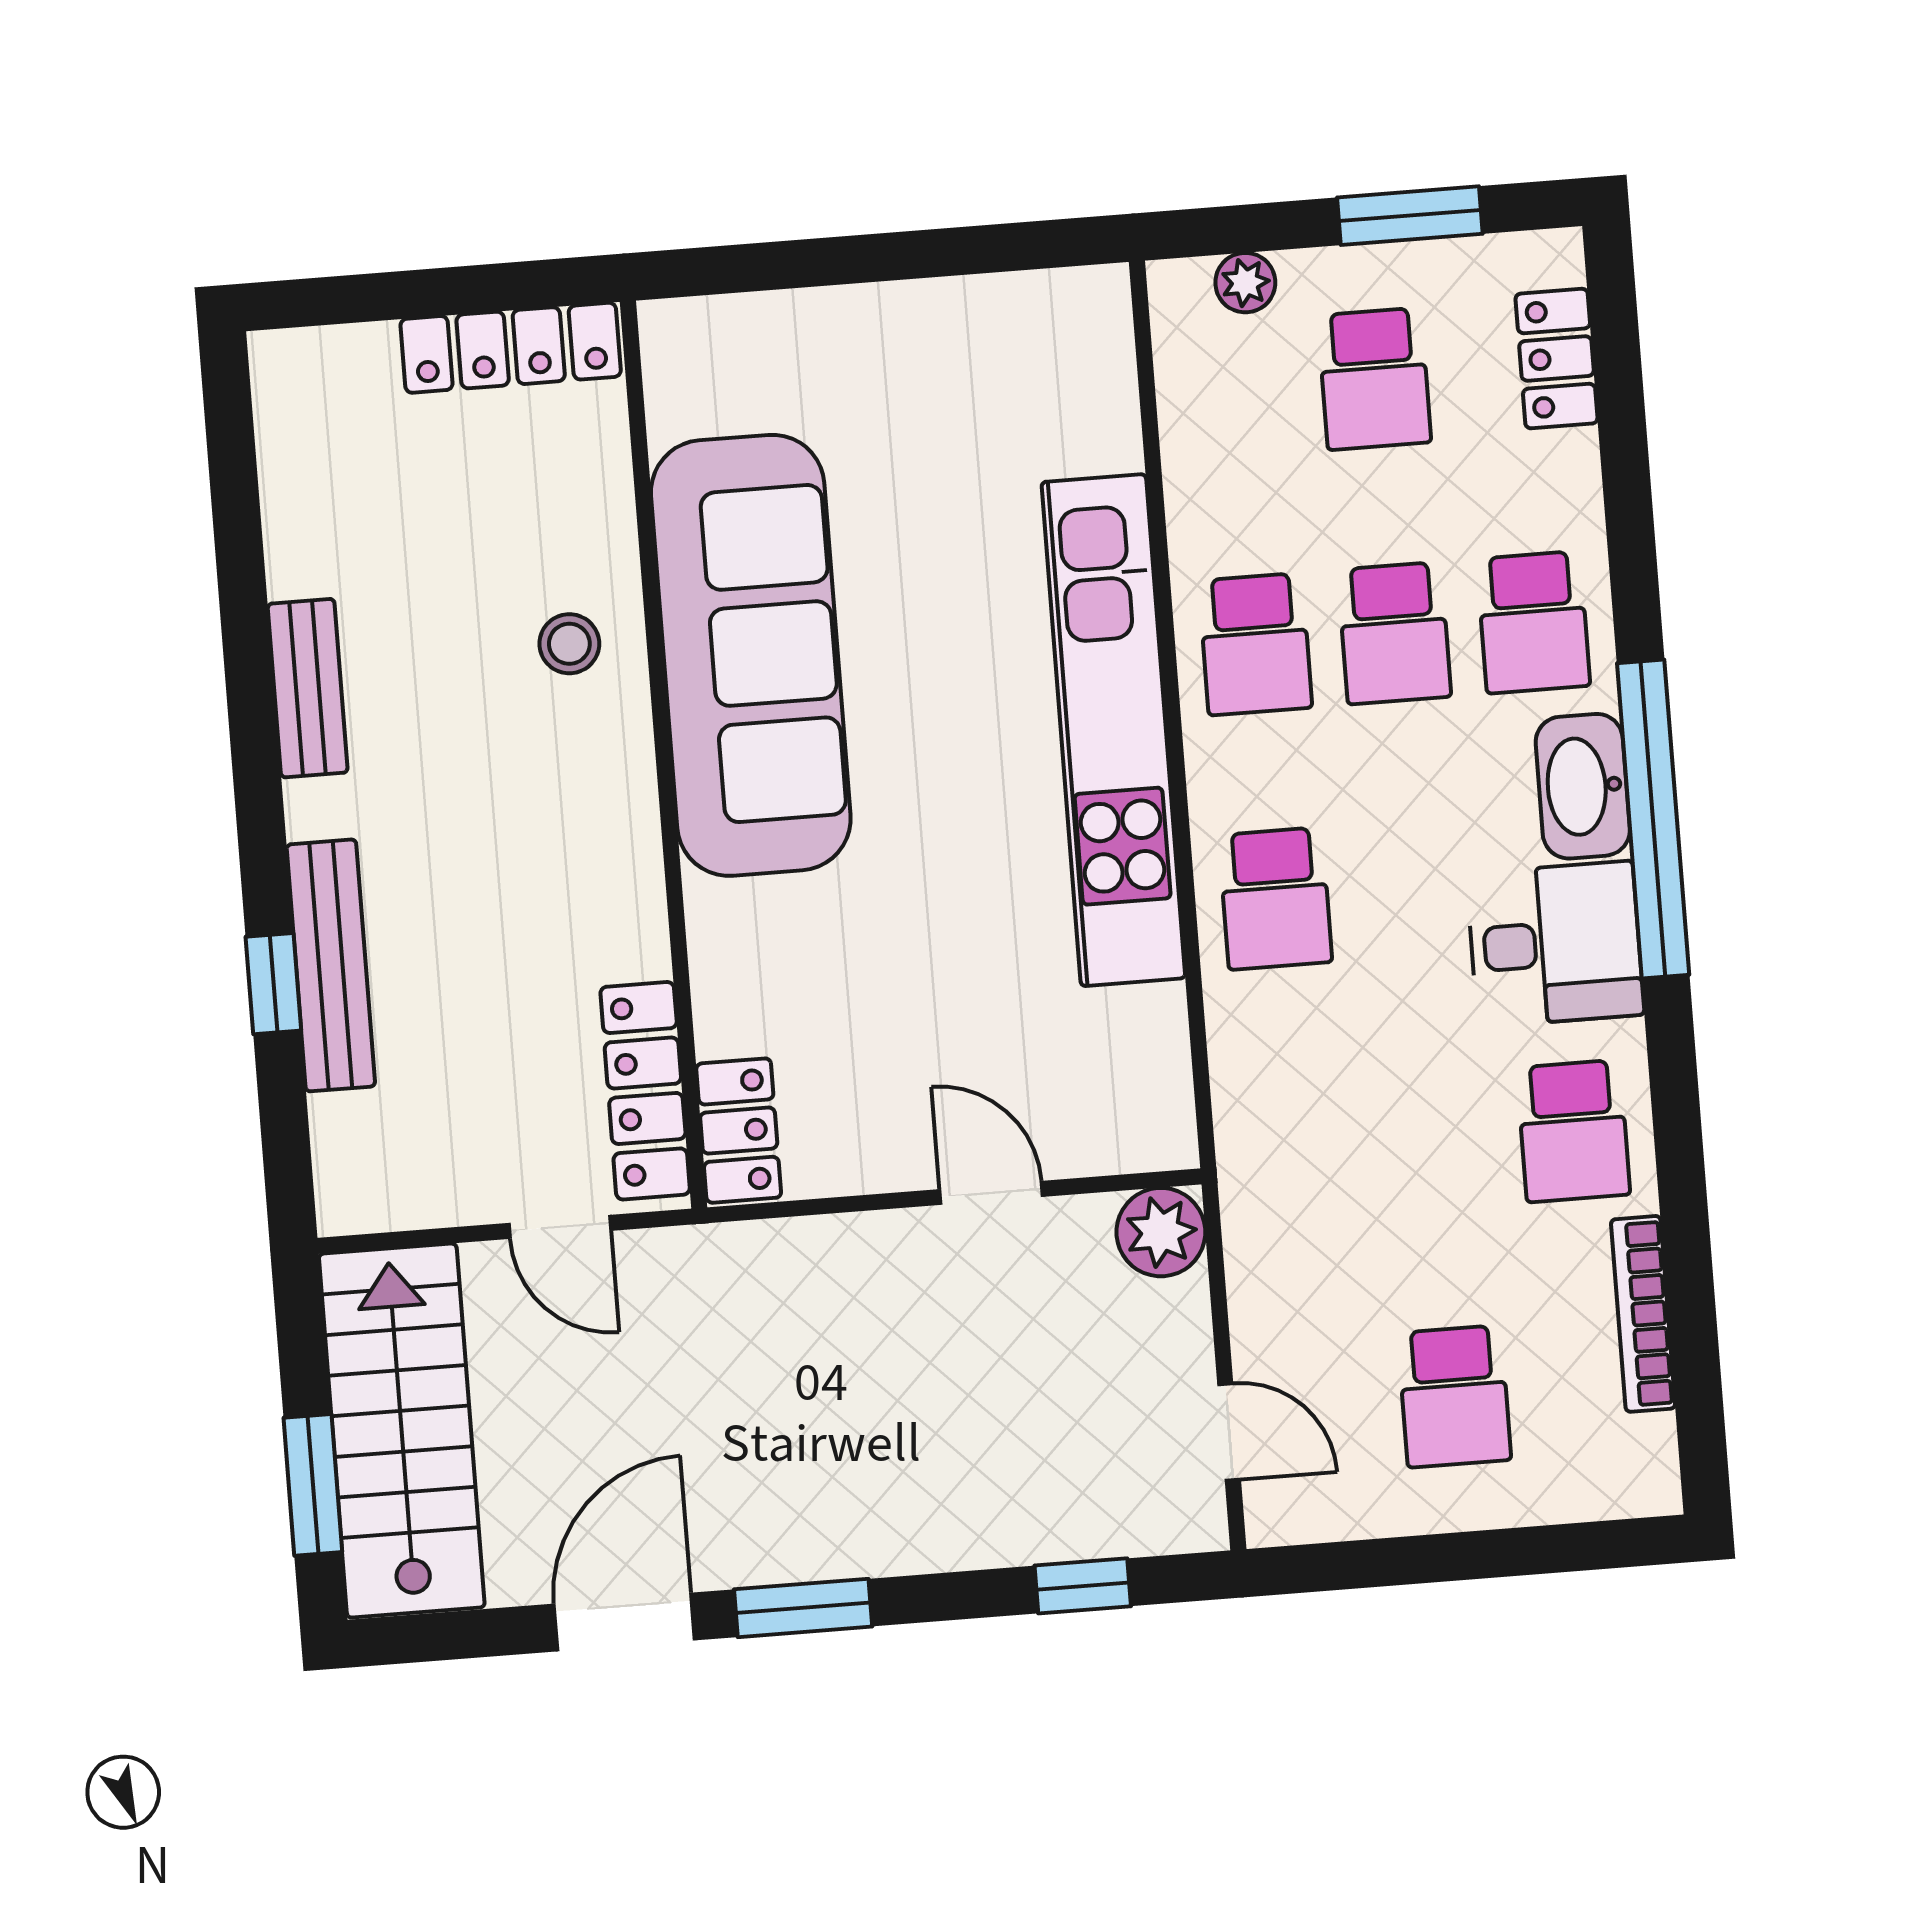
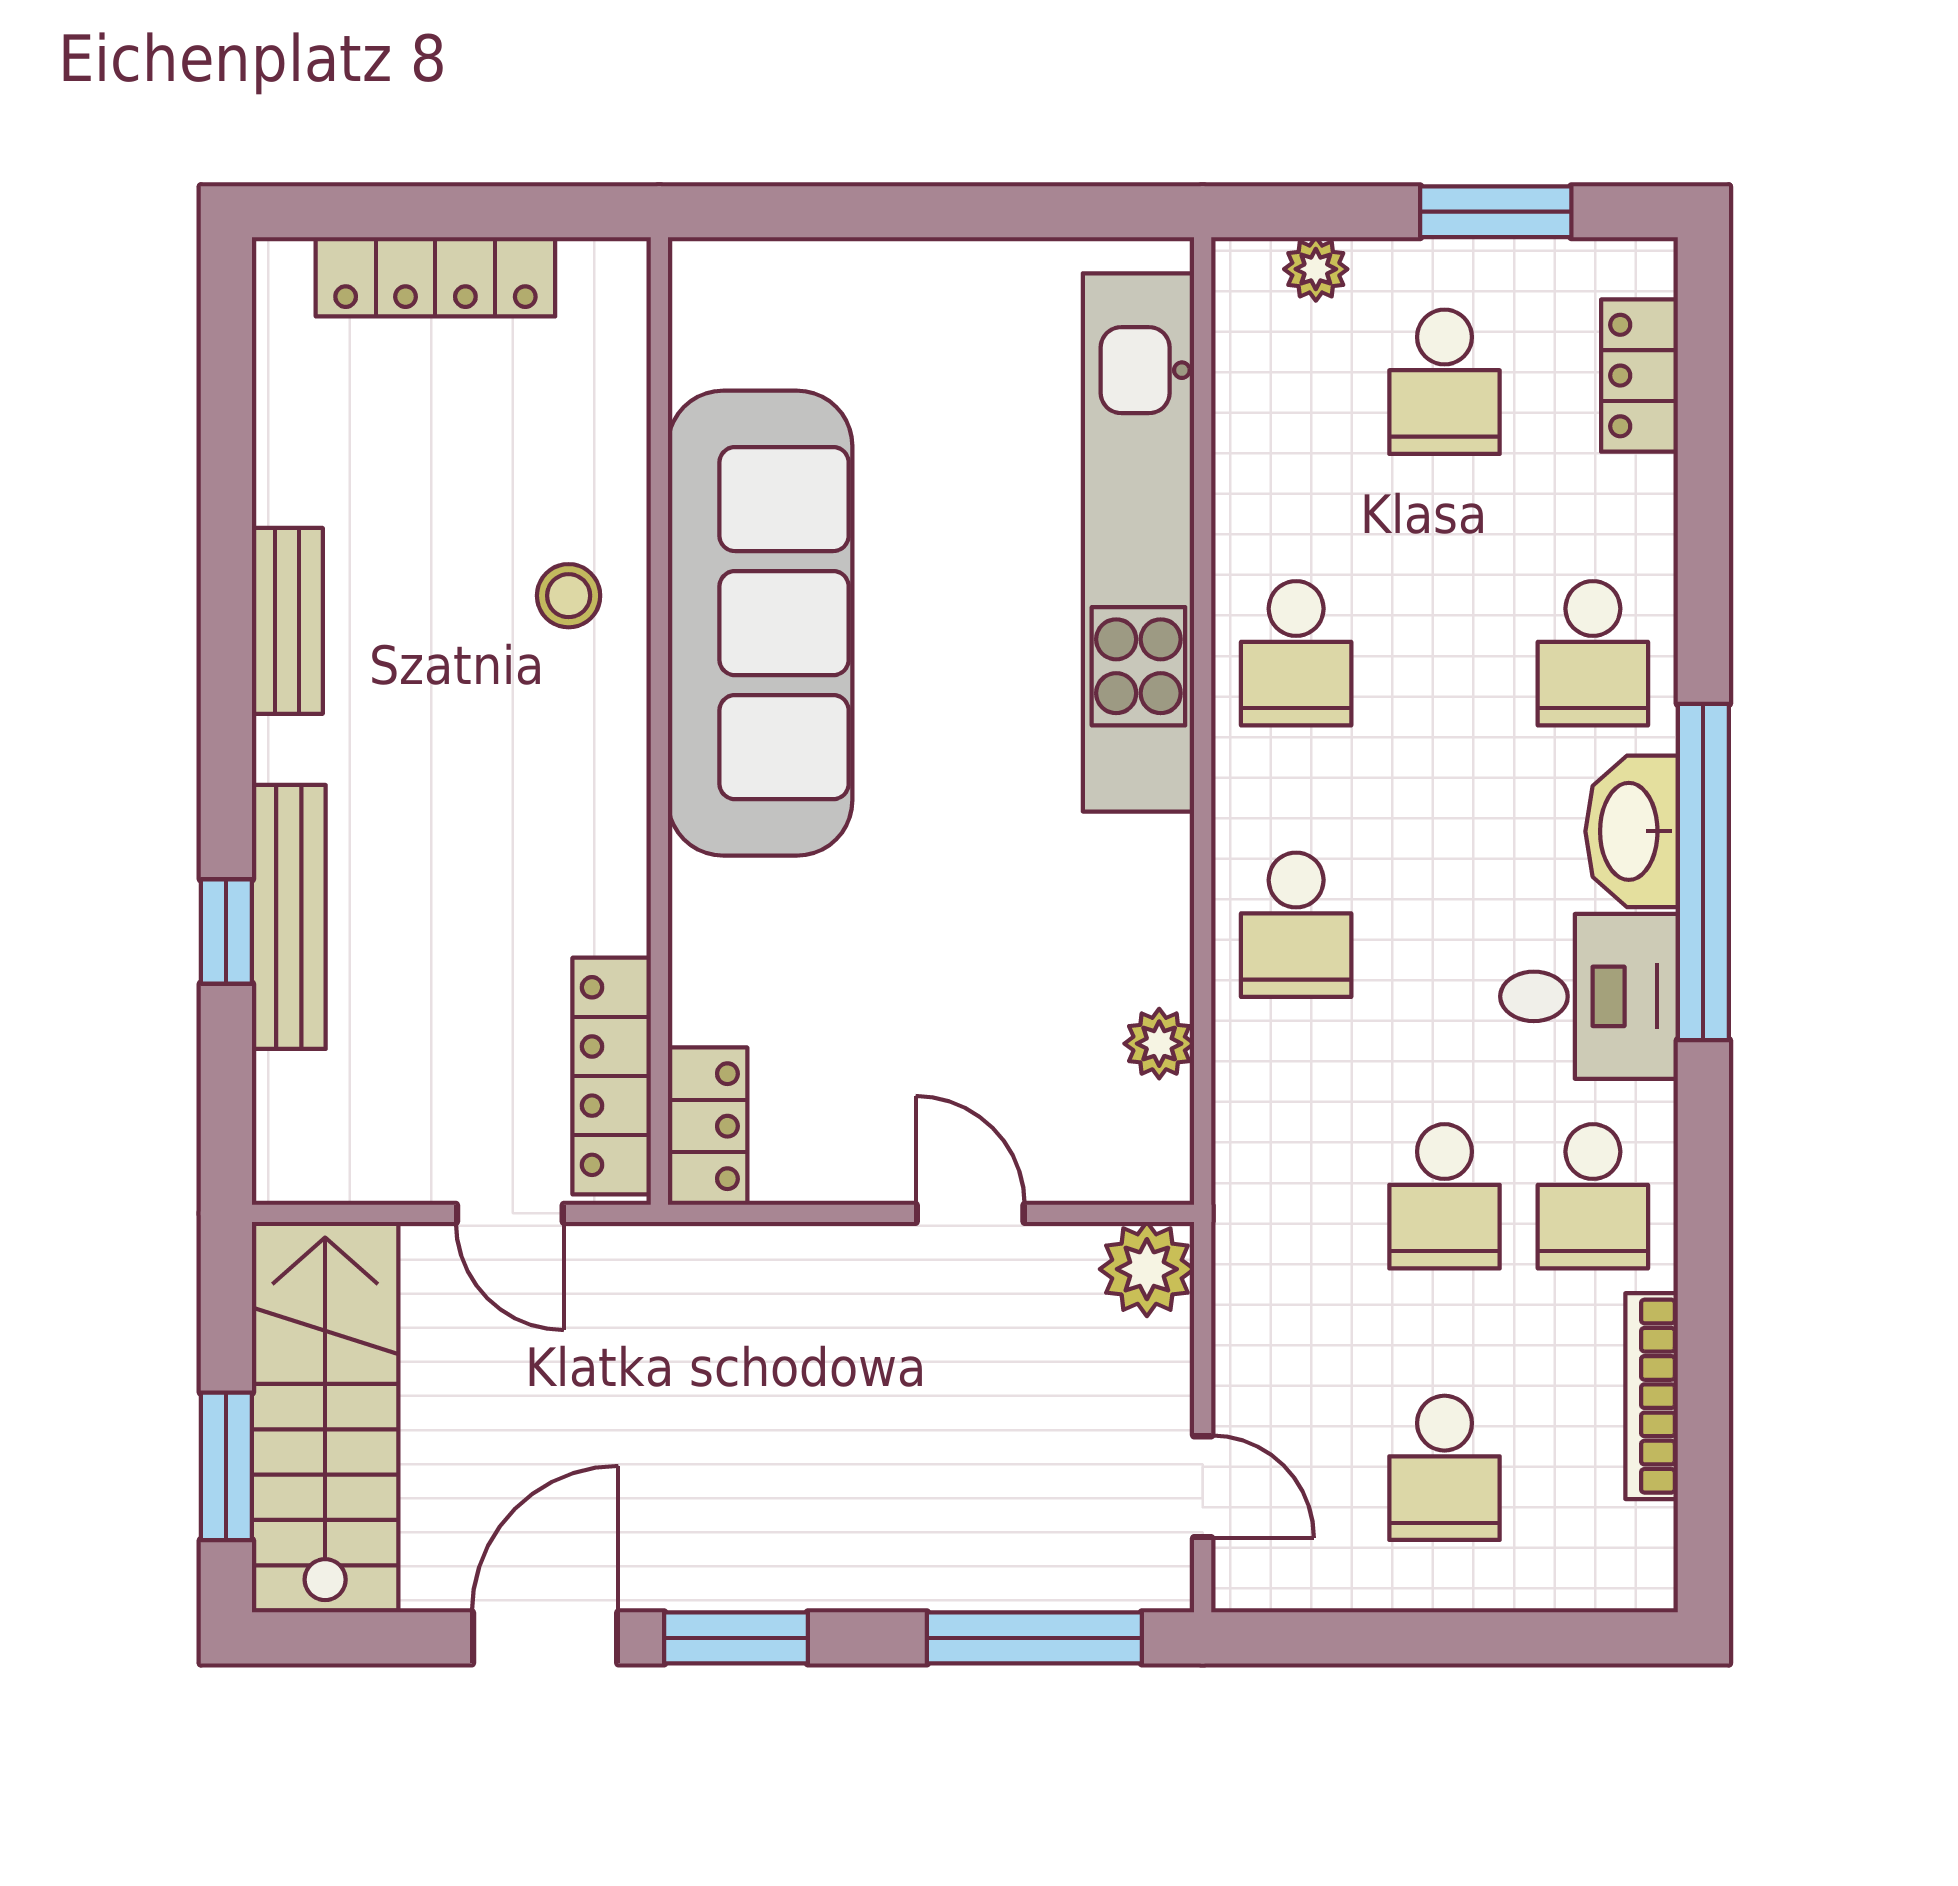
locker: (511, 348) -> (435, 277), moved
school desk: (1394, 633) -> (1444, 1196), moved
kitchen unit: (1113, 730) -> (1138, 542), moved
plant: (1156, 1020) -> (1159, 1044), added
window: (1083, 1586) -> (1034, 1638), width x2.17

